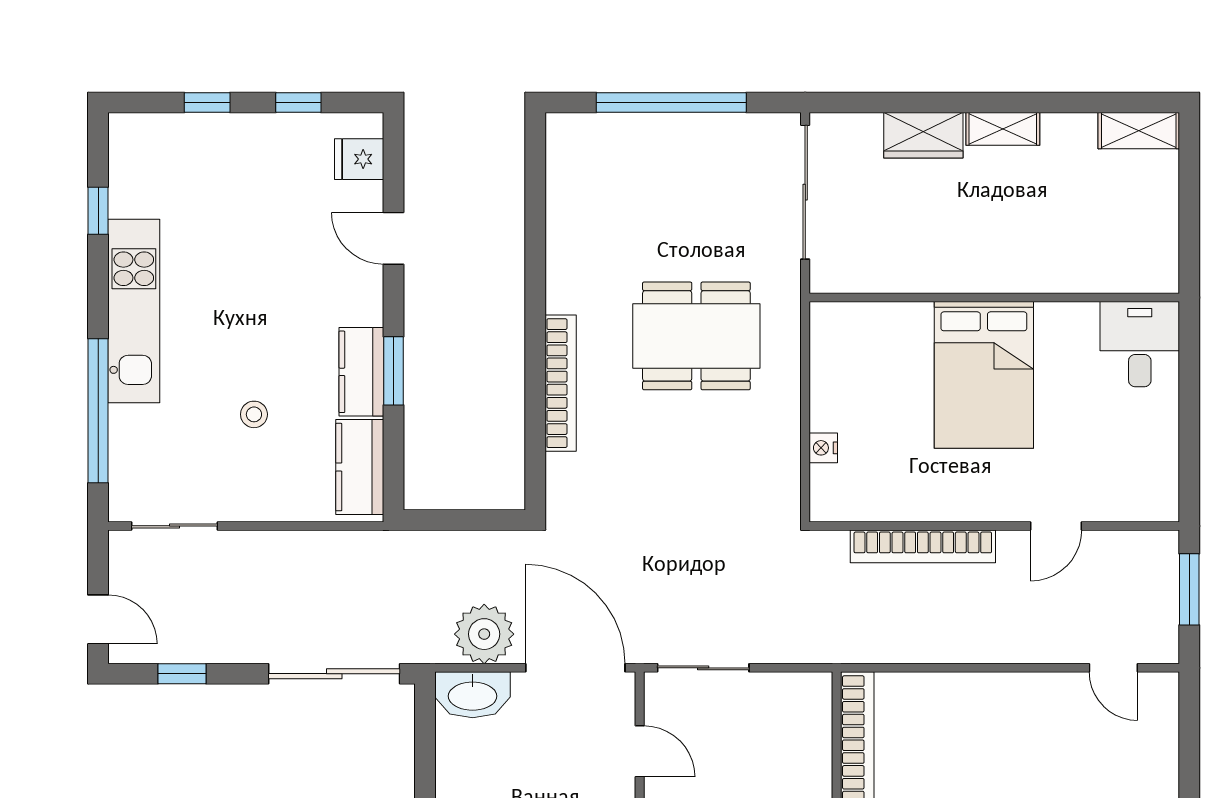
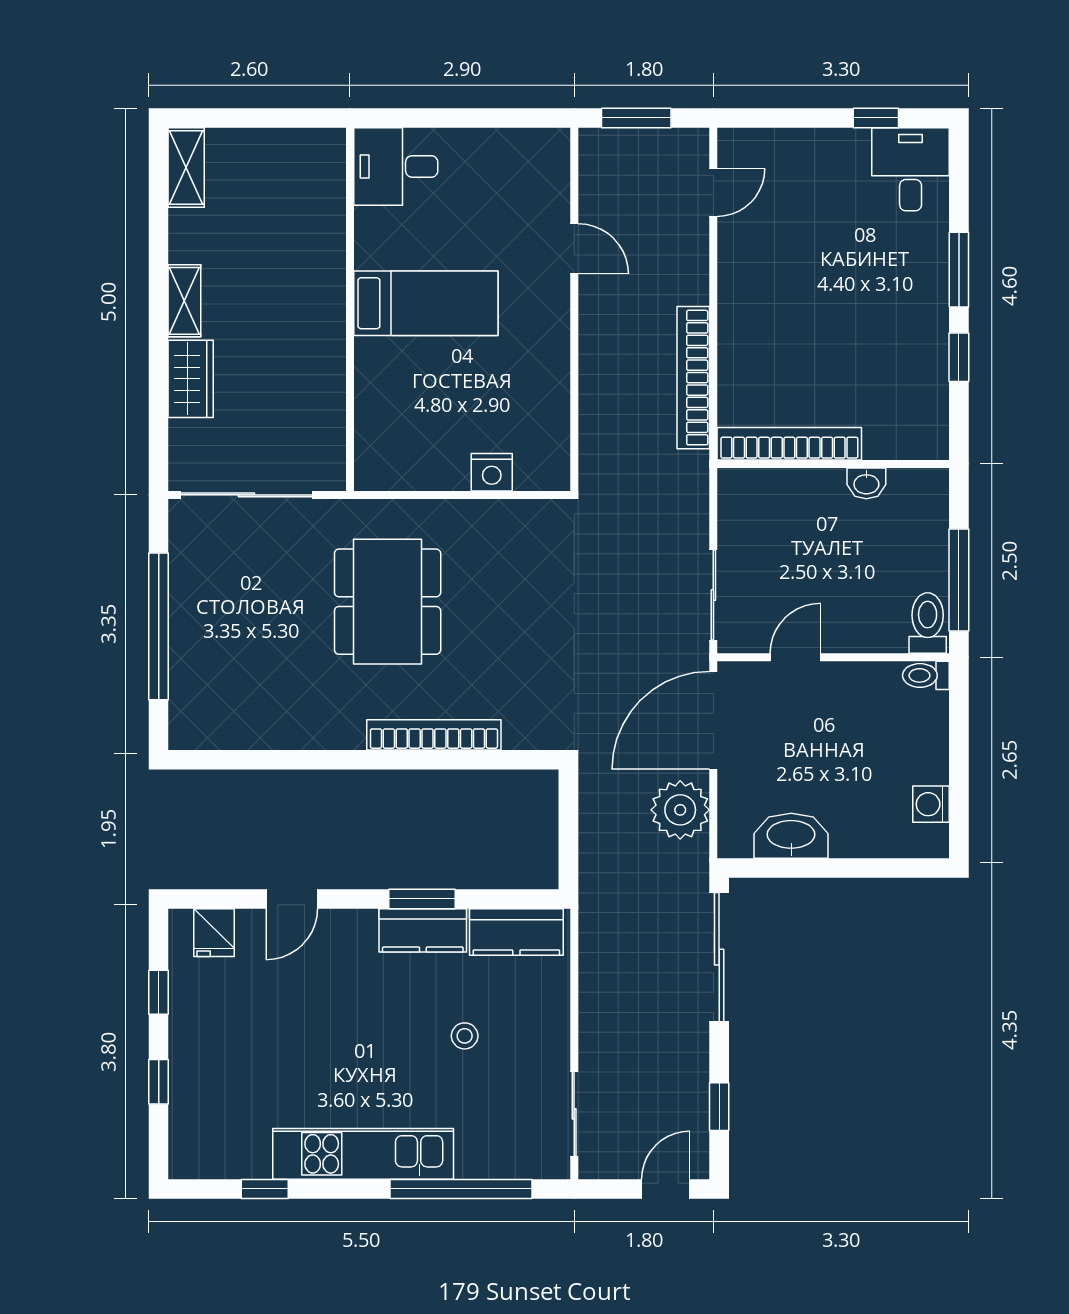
bed: (984, 375) -> (426, 303), width x0.67
nightstand: (823, 448) -> (492, 472), width x1.39, depth x1.35
bookcase: (923, 546) -> (693, 378), moved, turned 180
washbasin: (473, 695) -> (791, 836), moved, turned -90

